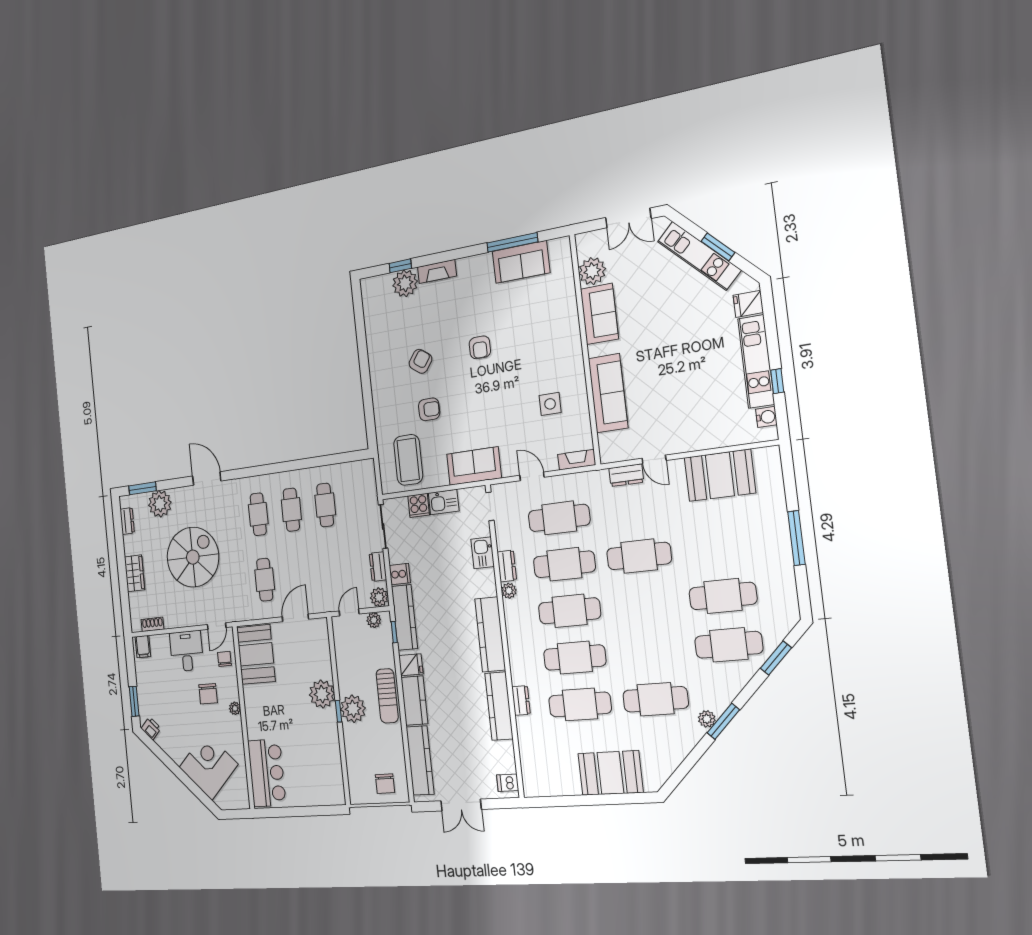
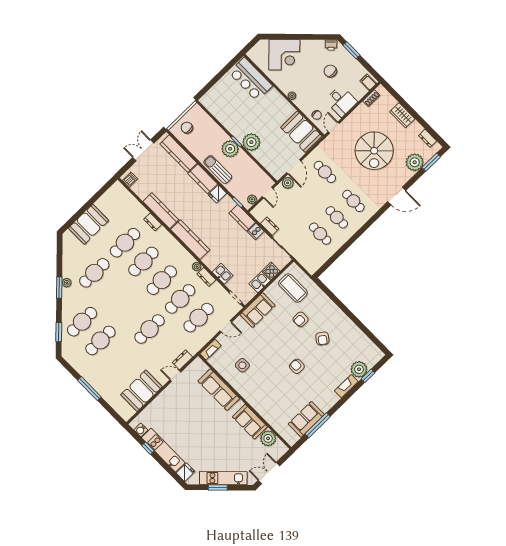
plant: (379, 597) -> (288, 183), moved
kitchen counter: (405, 617) -> (242, 218), width x0.67
chair: (208, 694) -> (330, 71), moved

